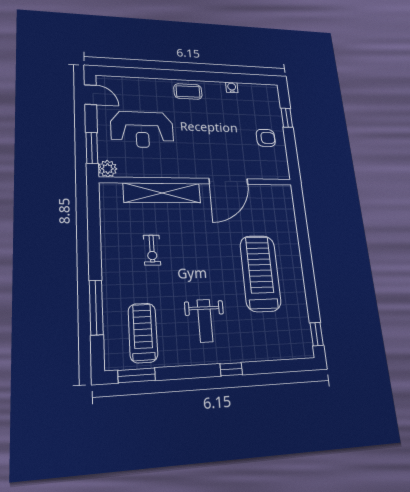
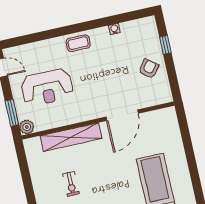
armchair: (266, 138) -> (149, 69), turned -53

